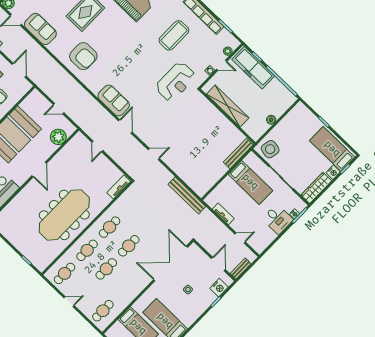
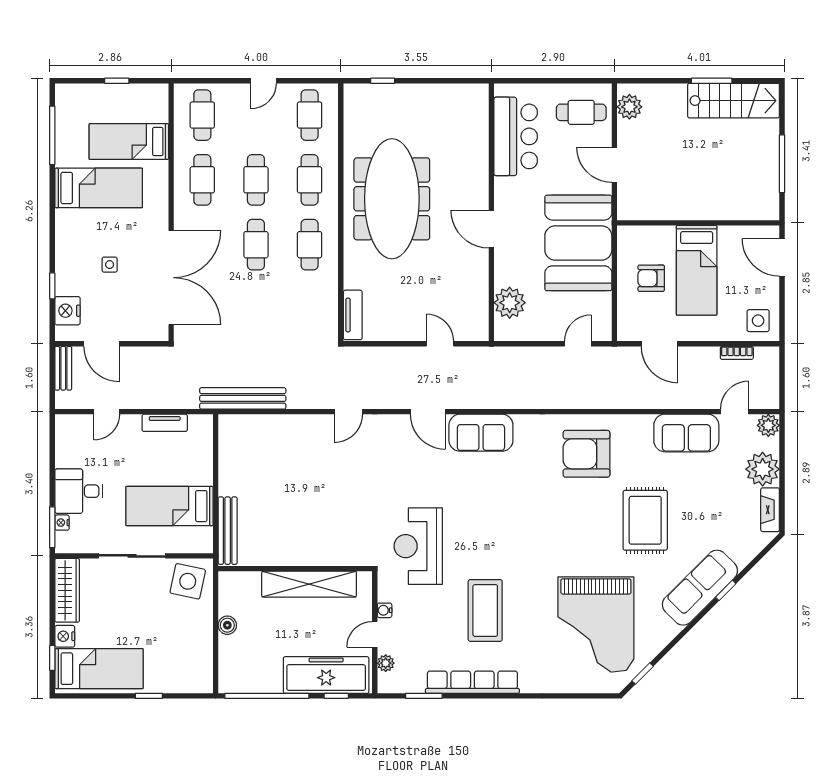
door: (59, 109) -> (578, 344), moved
cafe table: (125, 288) -> (202, 180), added

